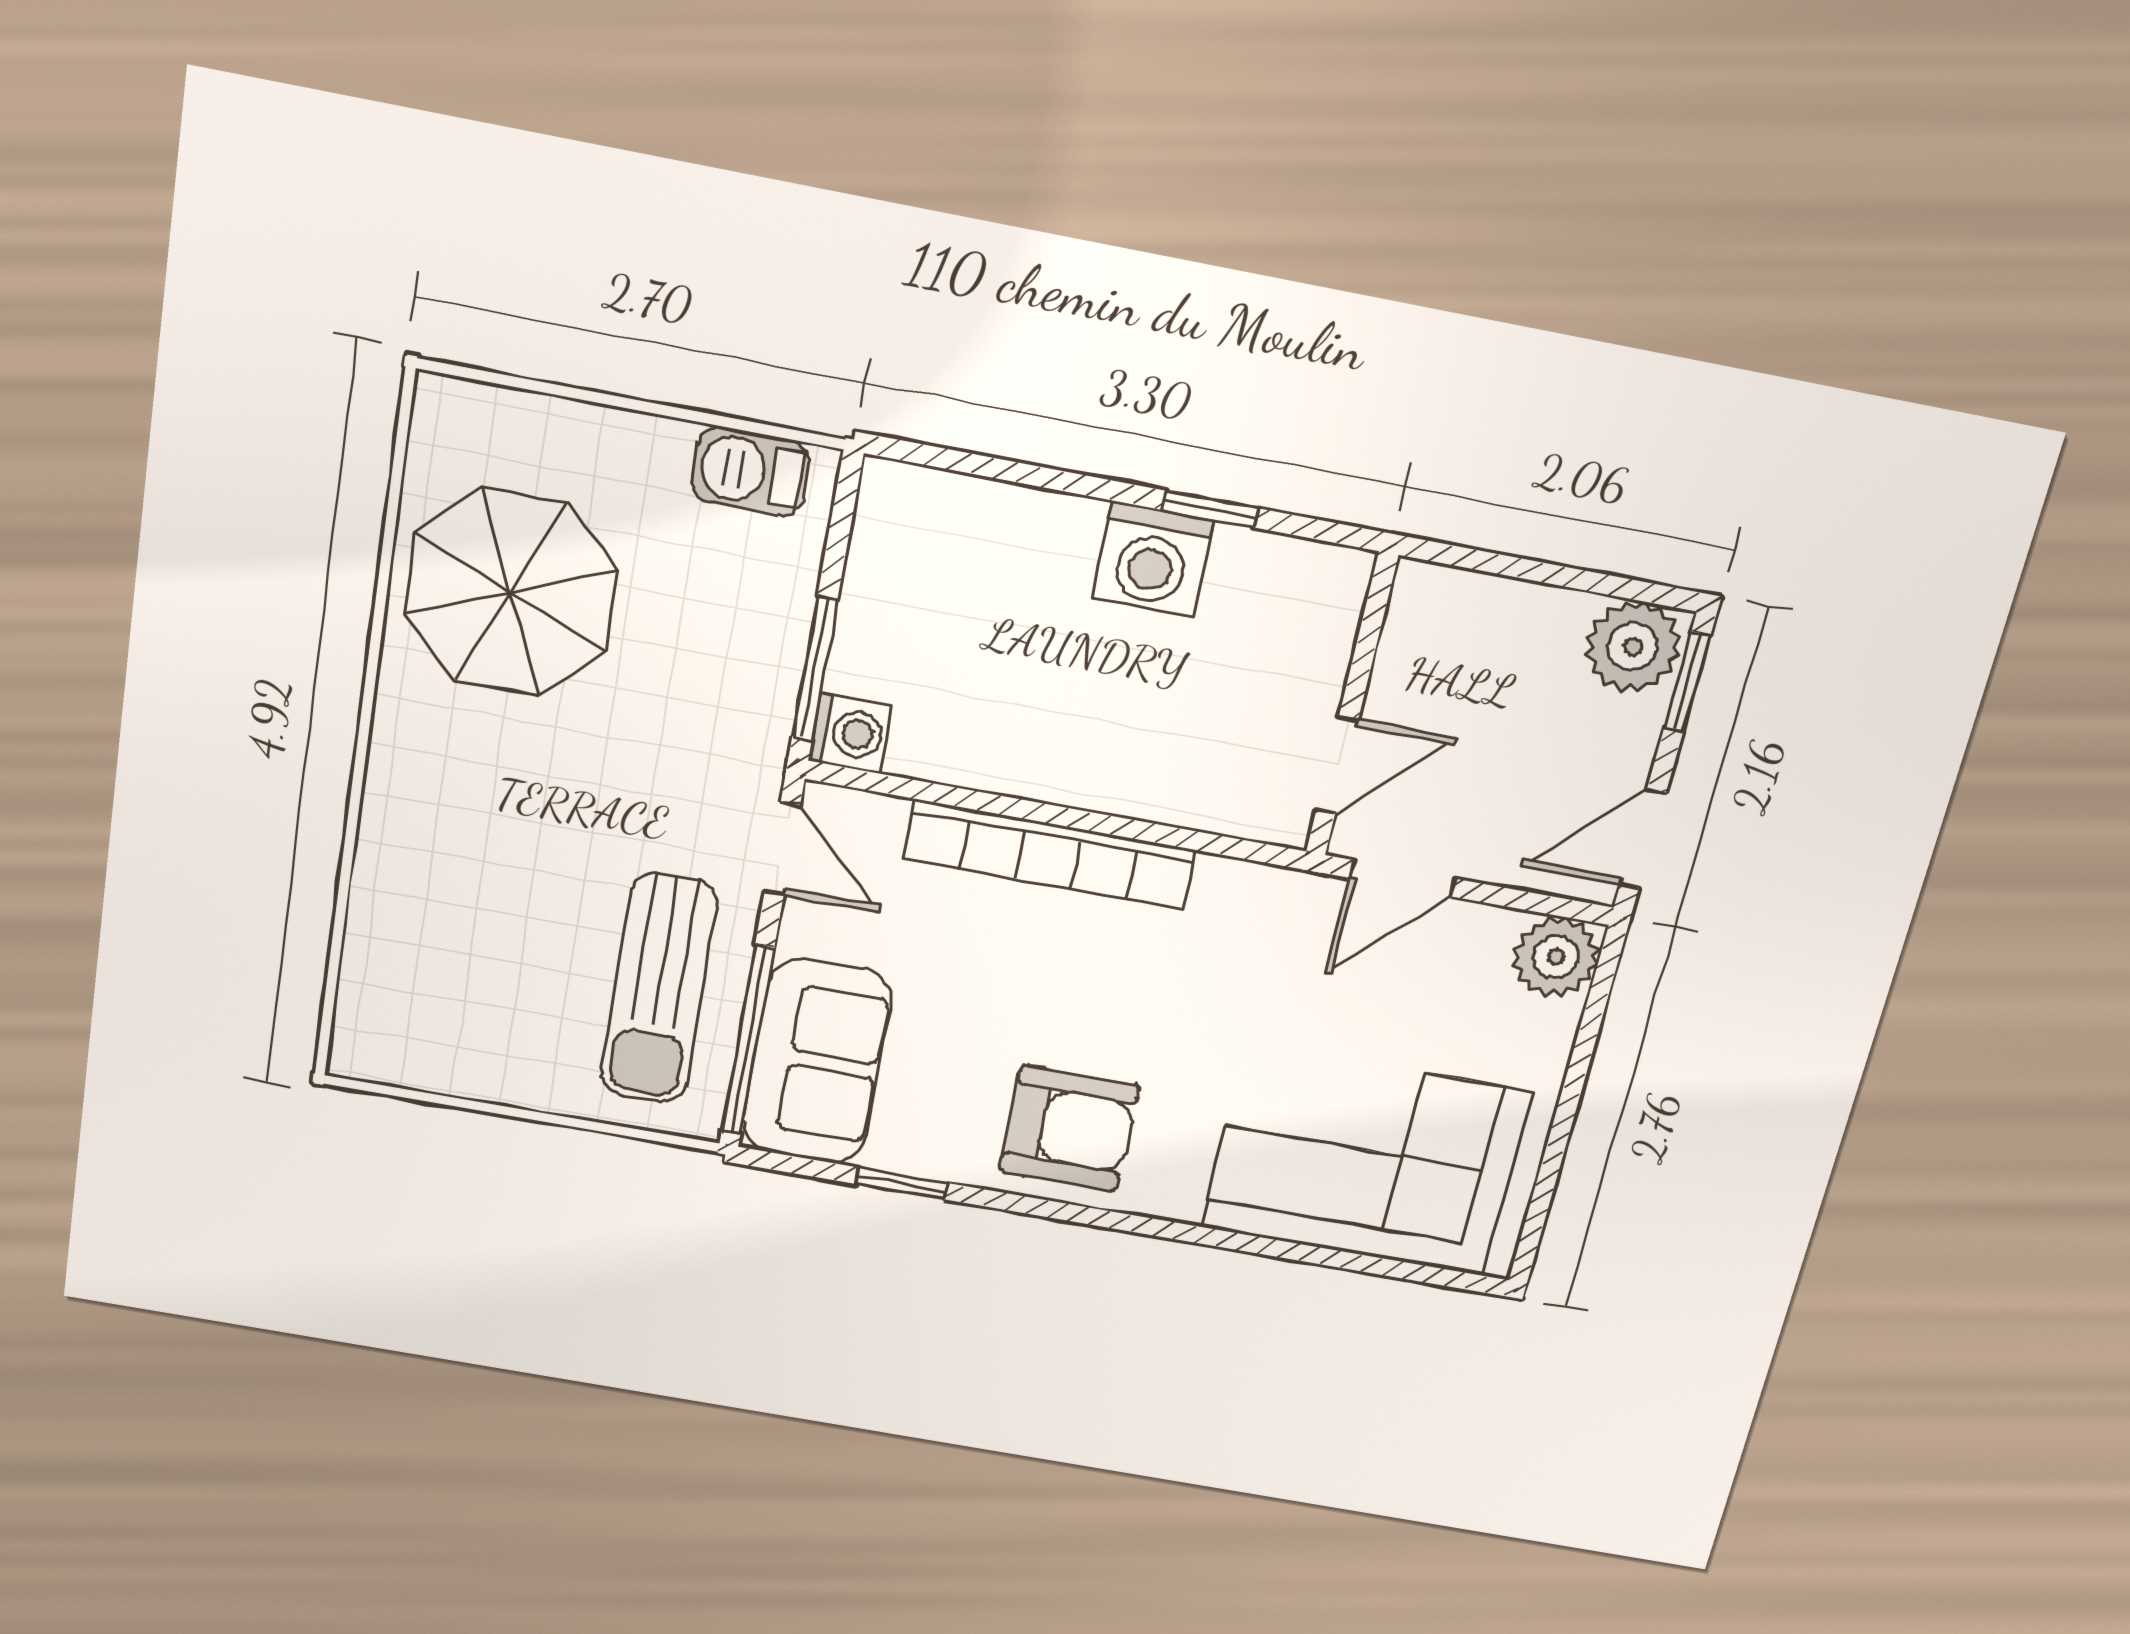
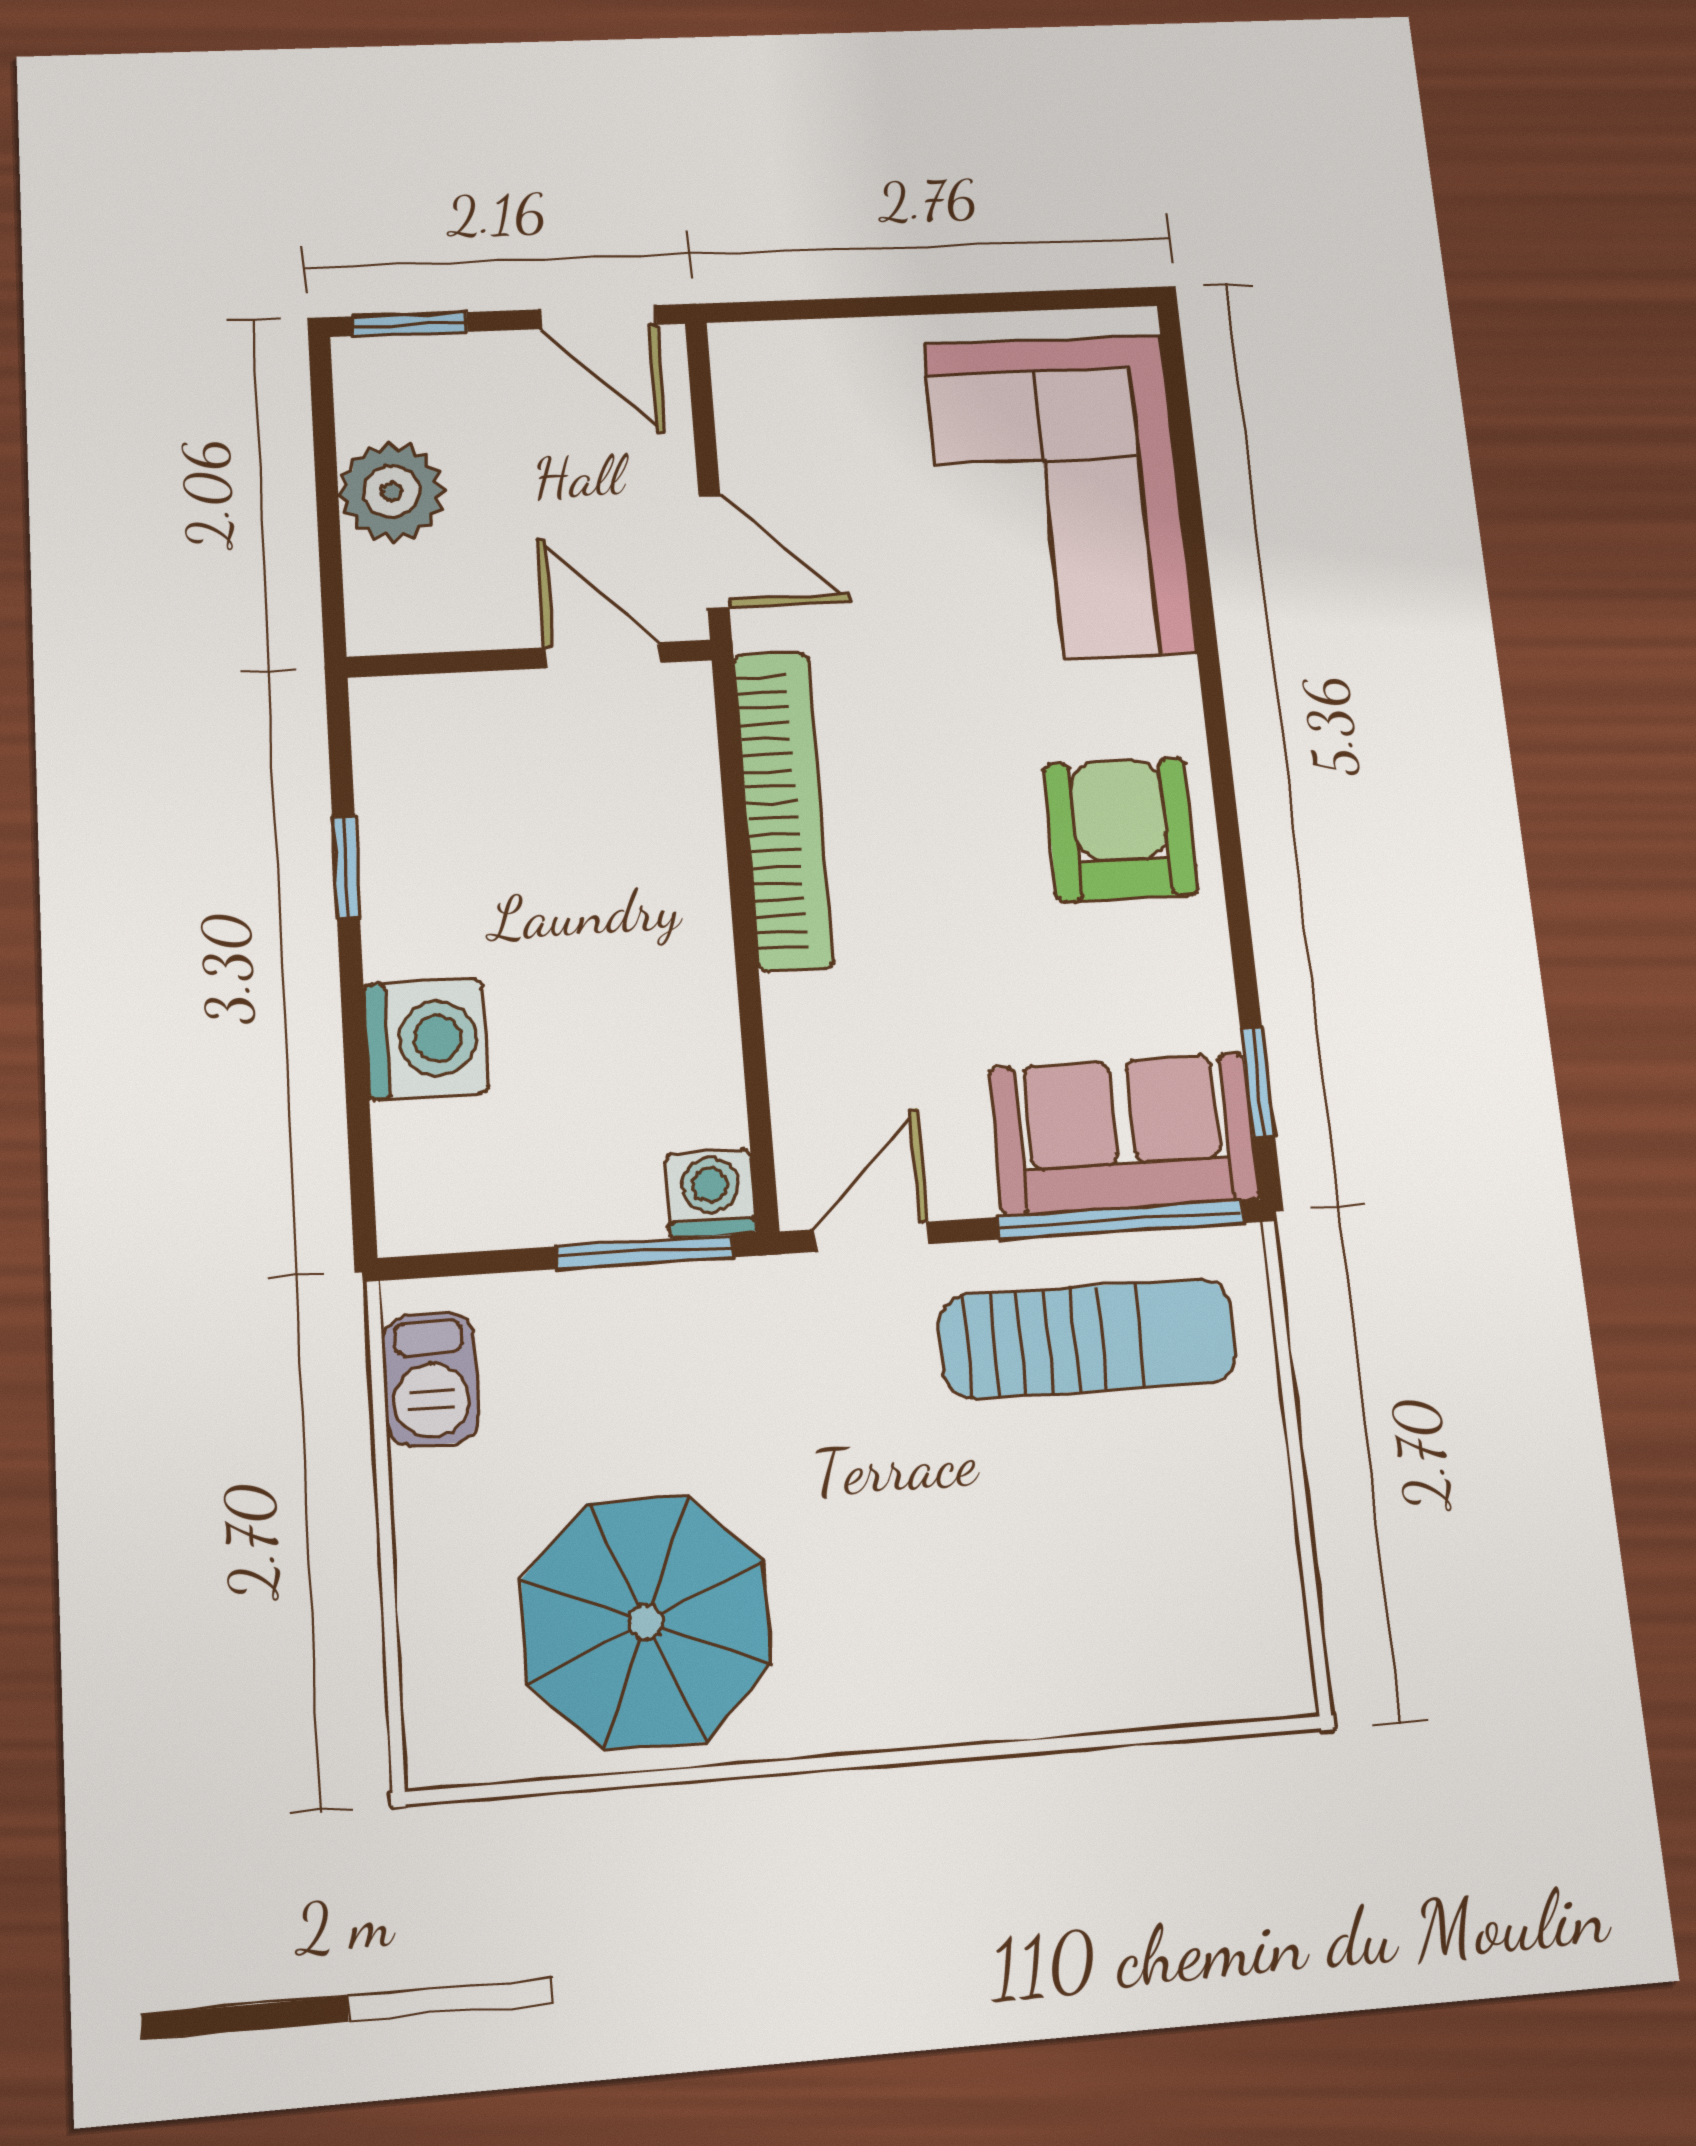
washing machine: (1152, 559) -> (426, 1039), moved
plant: (1633, 647) -> (392, 492), moved
bookcase: (1049, 854) -> (783, 810), moved
plant: (1556, 957) -> (759, 366), removed
window: (902, 1184) -> (1258, 1082), moved

